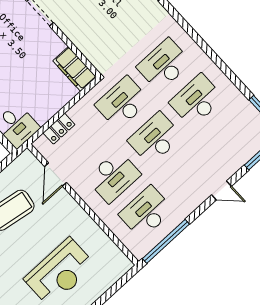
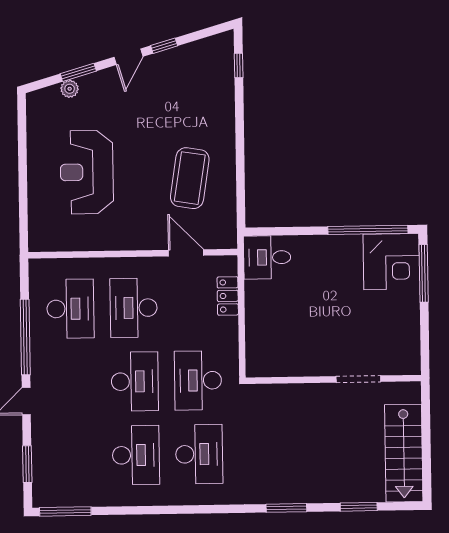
filing cabinet: (75, 69) -> (273, 363), removed
desk: (122, 103) -> (198, 380), turned 180
window: (166, 241) -> (25, 337), moved

